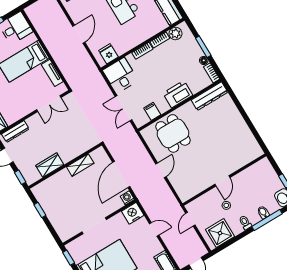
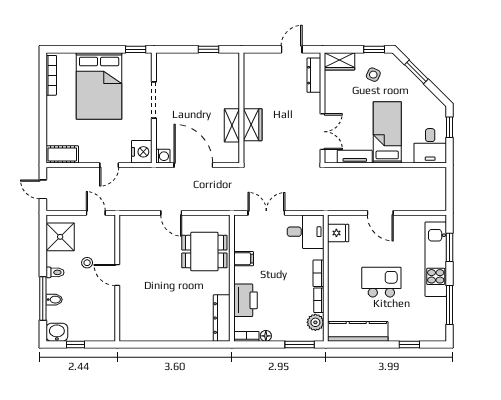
window: (203, 47) -> (300, 345), moved
printer: (178, 94) -> (245, 300), moved
double door: (49, 104) -> (323, 132), swing flipped
filing cabinet: (152, 111) -> (244, 259), moved
wardrobe: (50, 165) -> (253, 125), moved
window: (20, 177) -> (259, 49), removed

